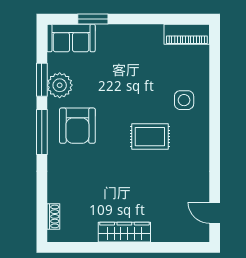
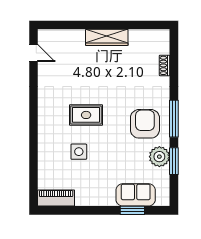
sofa: (71, 38) -> (136, 195), moved
side table: (184, 100) -> (79, 152), moved
shoe rack: (53, 216) -> (165, 65), moved

